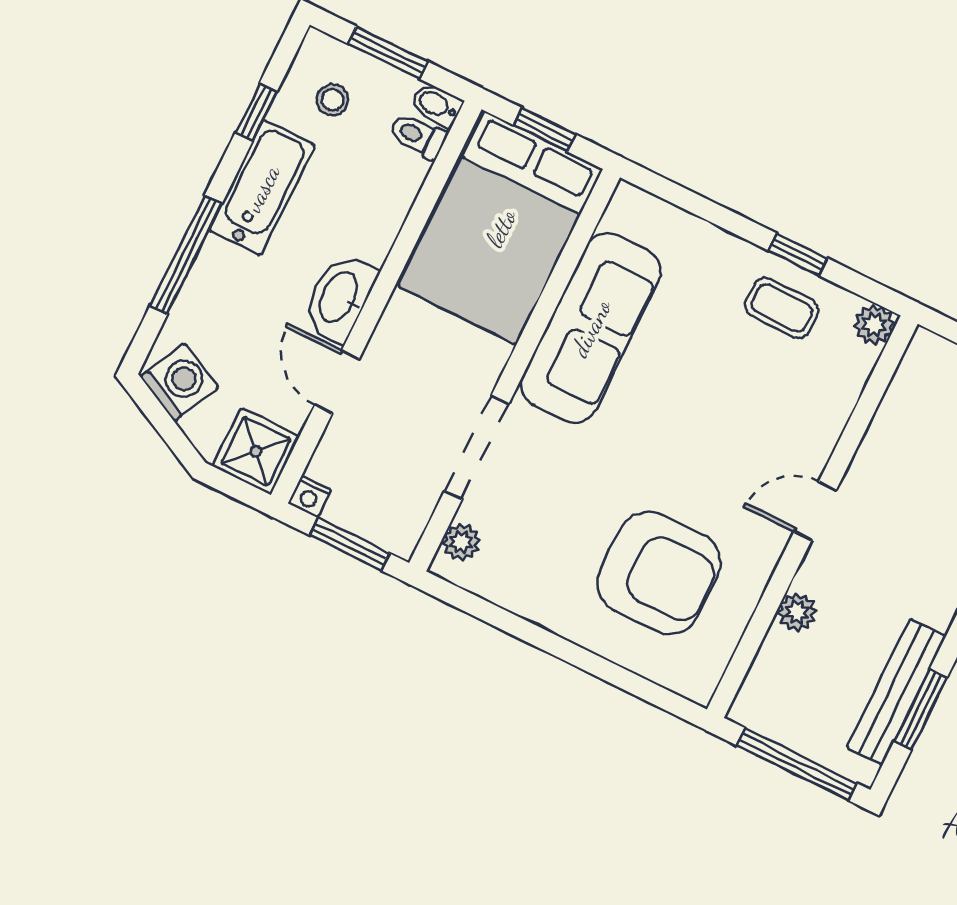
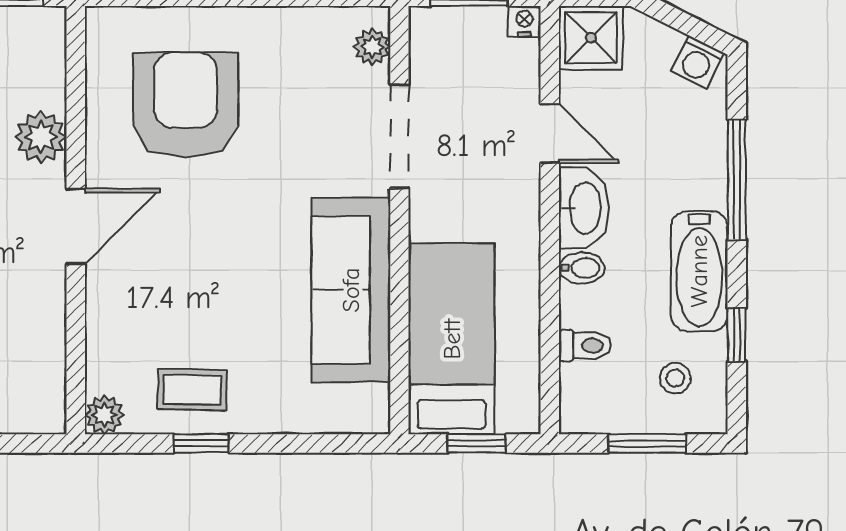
bidet: (437, 105) -> (582, 268), moved
toilet: (418, 136) -> (585, 346), moved
bed: (501, 228) -> (452, 339), width x0.67
washing machine: (180, 382) -> (698, 62), width x0.73, depth x0.73
door: (815, 511) -> (76, 226), width x1.38
armchair: (659, 573) -> (186, 105), turned 90
plant: (797, 612) -> (41, 137), width x1.38, depth x1.38

